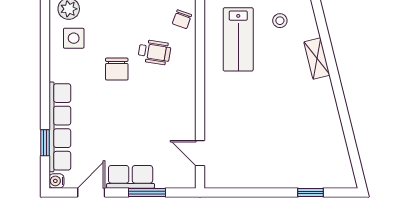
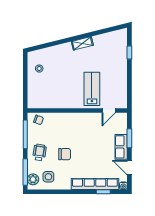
lab bench: (238, 39) -> (92, 89), moved, turned -90
wheelchair: (154, 52) -> (40, 152), moved
shelving: (317, 58) -> (82, 43), moved

